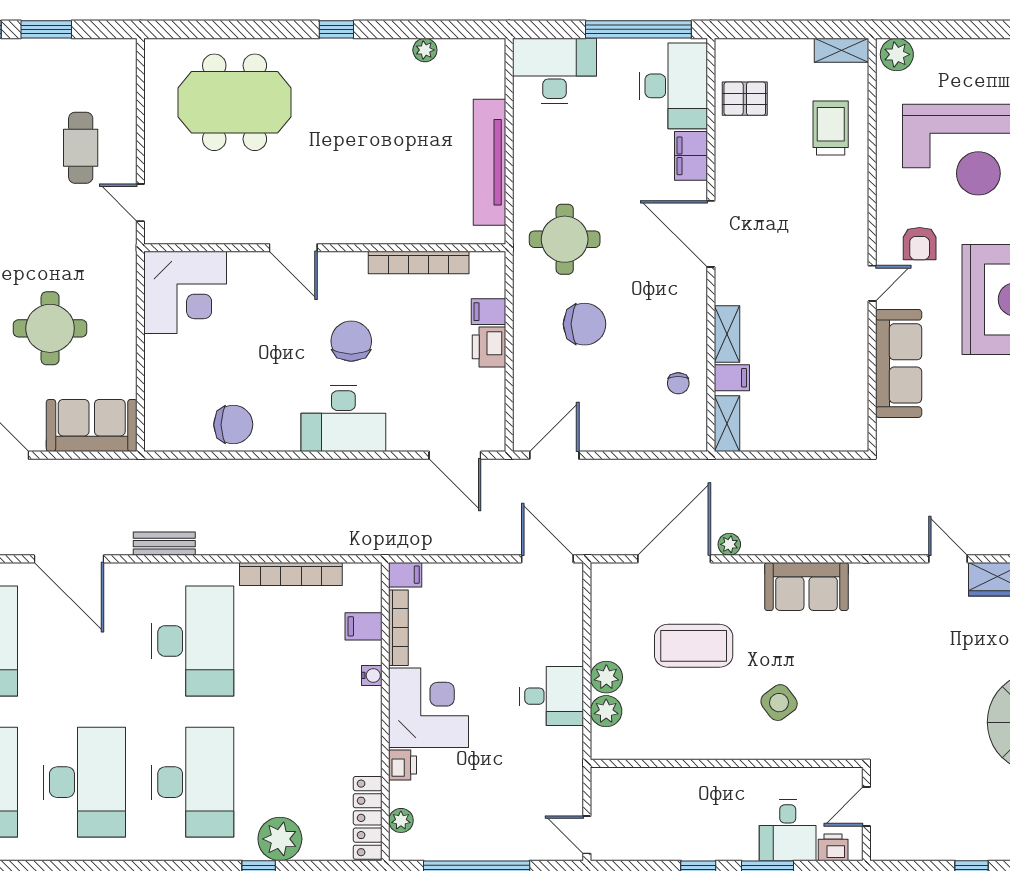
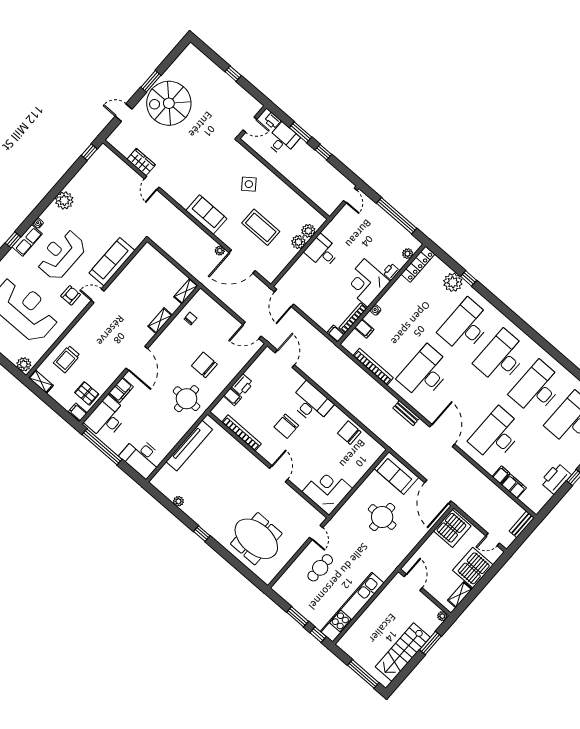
filing cabinet: (732, 378) -> (78, 412), moved

